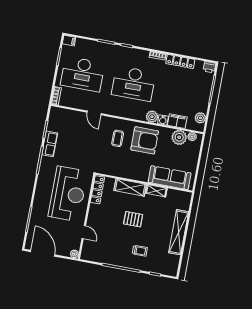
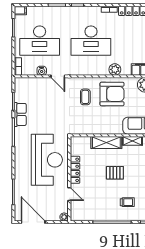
water cooler: (163, 120) -> (42, 71), moved
locker: (97, 190) -> (75, 170), moved

